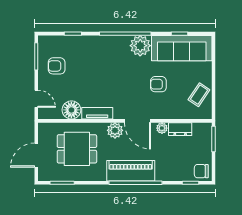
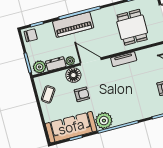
floor lamp: (71, 110) -> (73, 75), moved
plant: (115, 130) -> (39, 67), moved
dining table: (77, 149) -> (132, 27), turned 90
piano: (131, 171) -> (73, 25), moved

